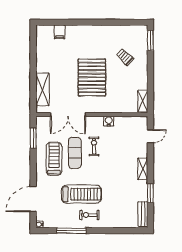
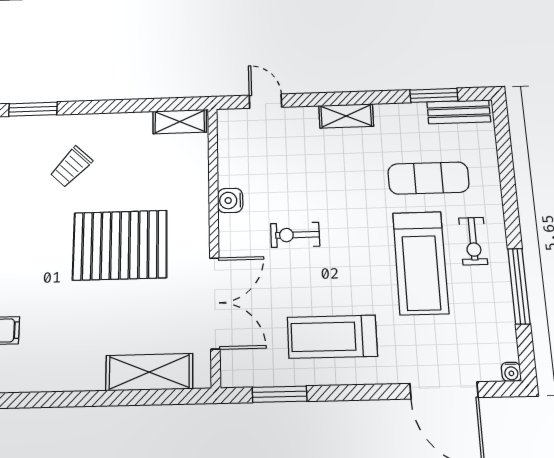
exercise mat: (75, 153) -> (428, 178), moved
window: (150, 193) -> (434, 95), moved
treadmill: (81, 194) -> (421, 263), turned 180

